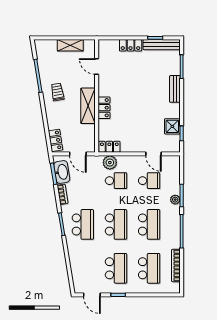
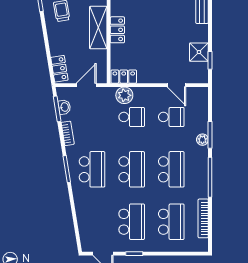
door: (78, 154) -> (86, 85), swing flipped
washbasin: (62, 172) -> (64, 107), width x0.52, depth x0.69

